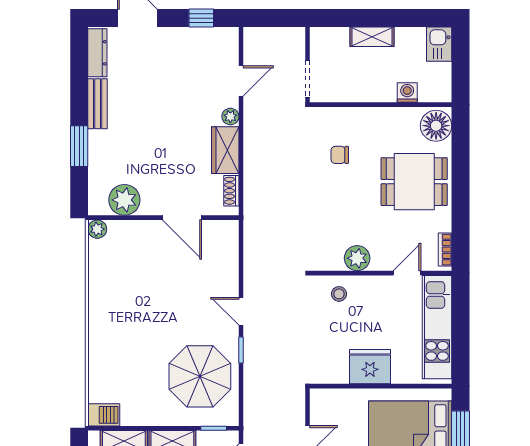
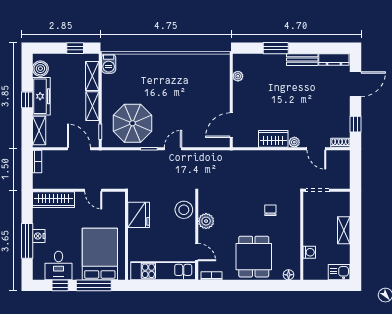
floor lamp: (436, 126) -> (289, 275), width x0.53, depth x0.53
shoe rack: (231, 191) -> (340, 143), moved
plant: (124, 200) -> (238, 76), width x0.53, depth x0.53
door: (182, 218) -> (231, 125), moved
plant: (97, 229) -> (224, 59), removed
stool: (339, 294) -> (184, 210), width x1.89, depth x1.89
fridge: (370, 367) -> (139, 215), moved

